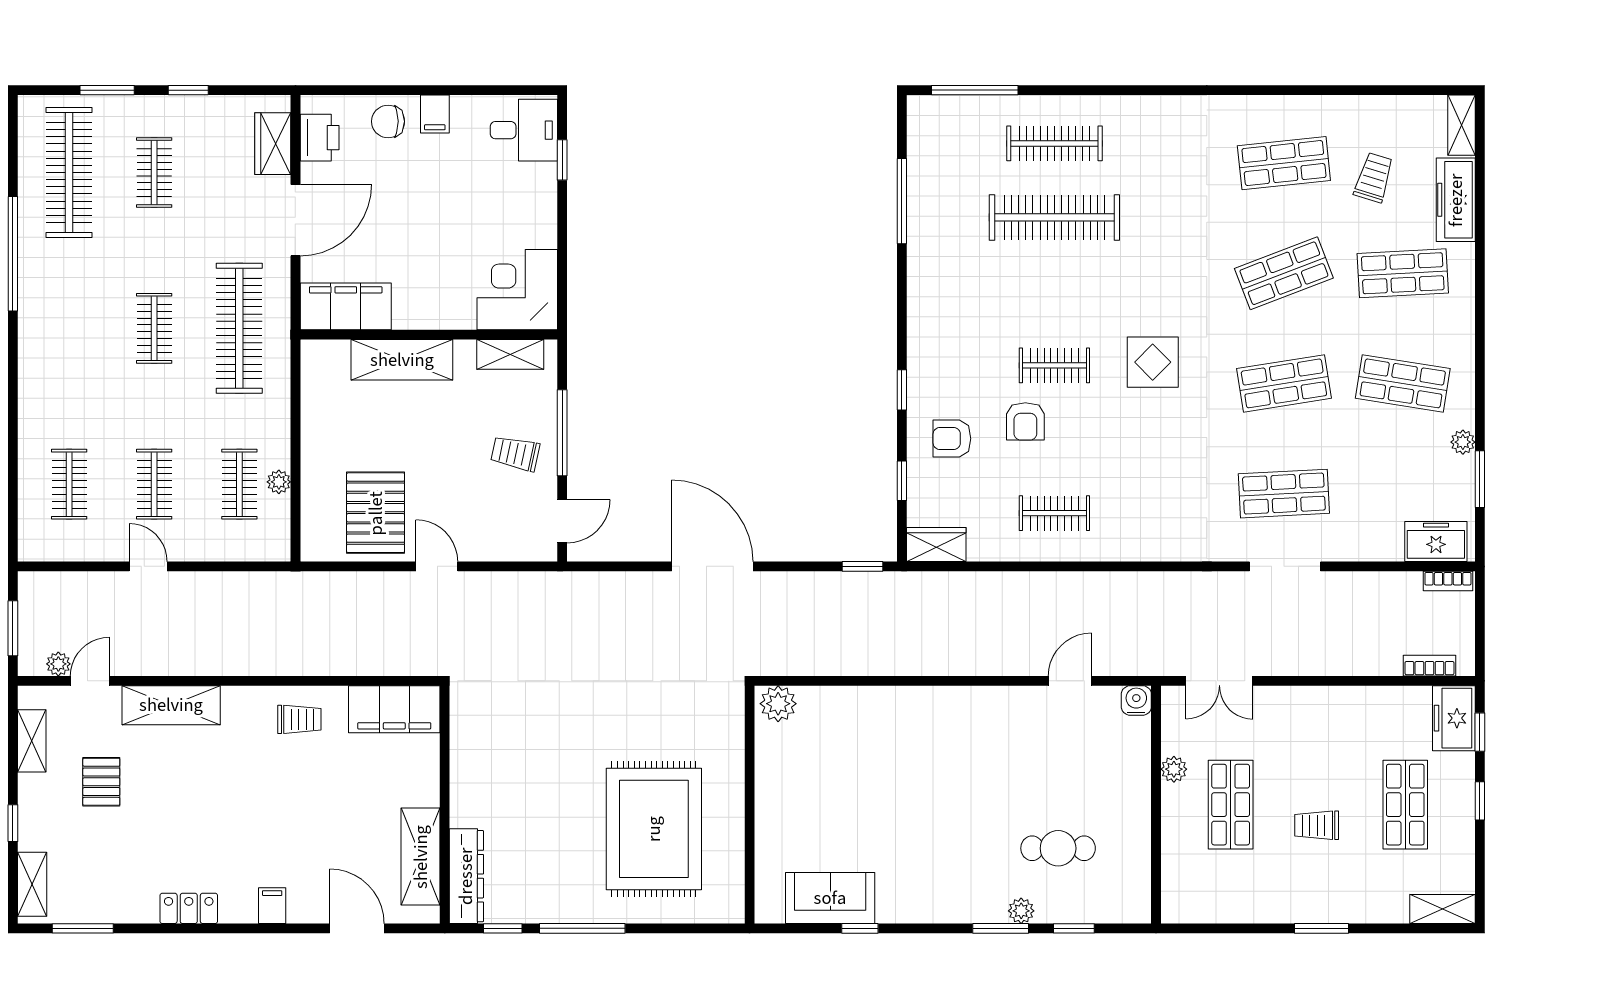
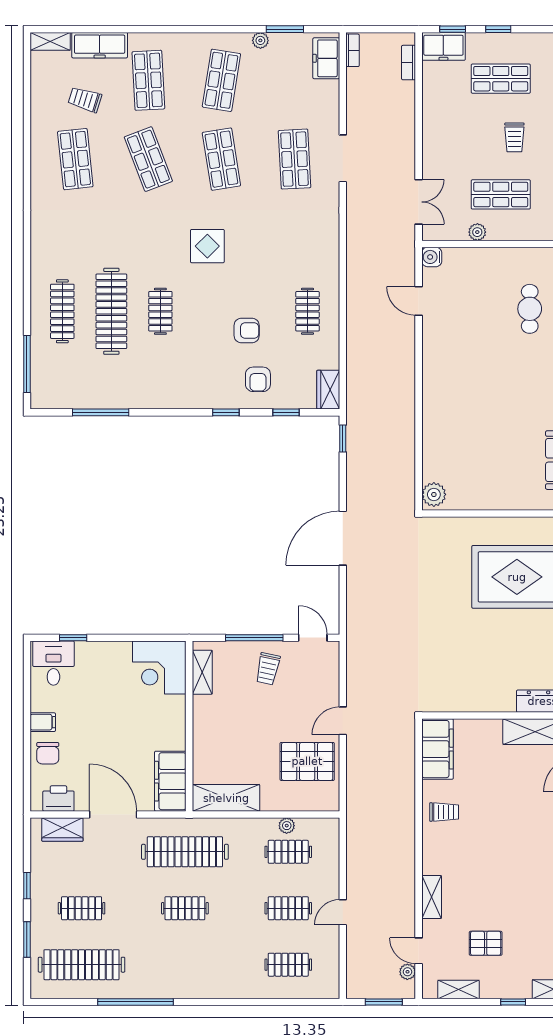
shelving: (402, 360) -> (226, 798), moved, turned 90
clothes rail: (1054, 365) -> (160, 311), moved
shelving: (171, 705) -> (432, 897), width x0.67, depth x0.75
trolley: (299, 719) -> (444, 812), turned 90

